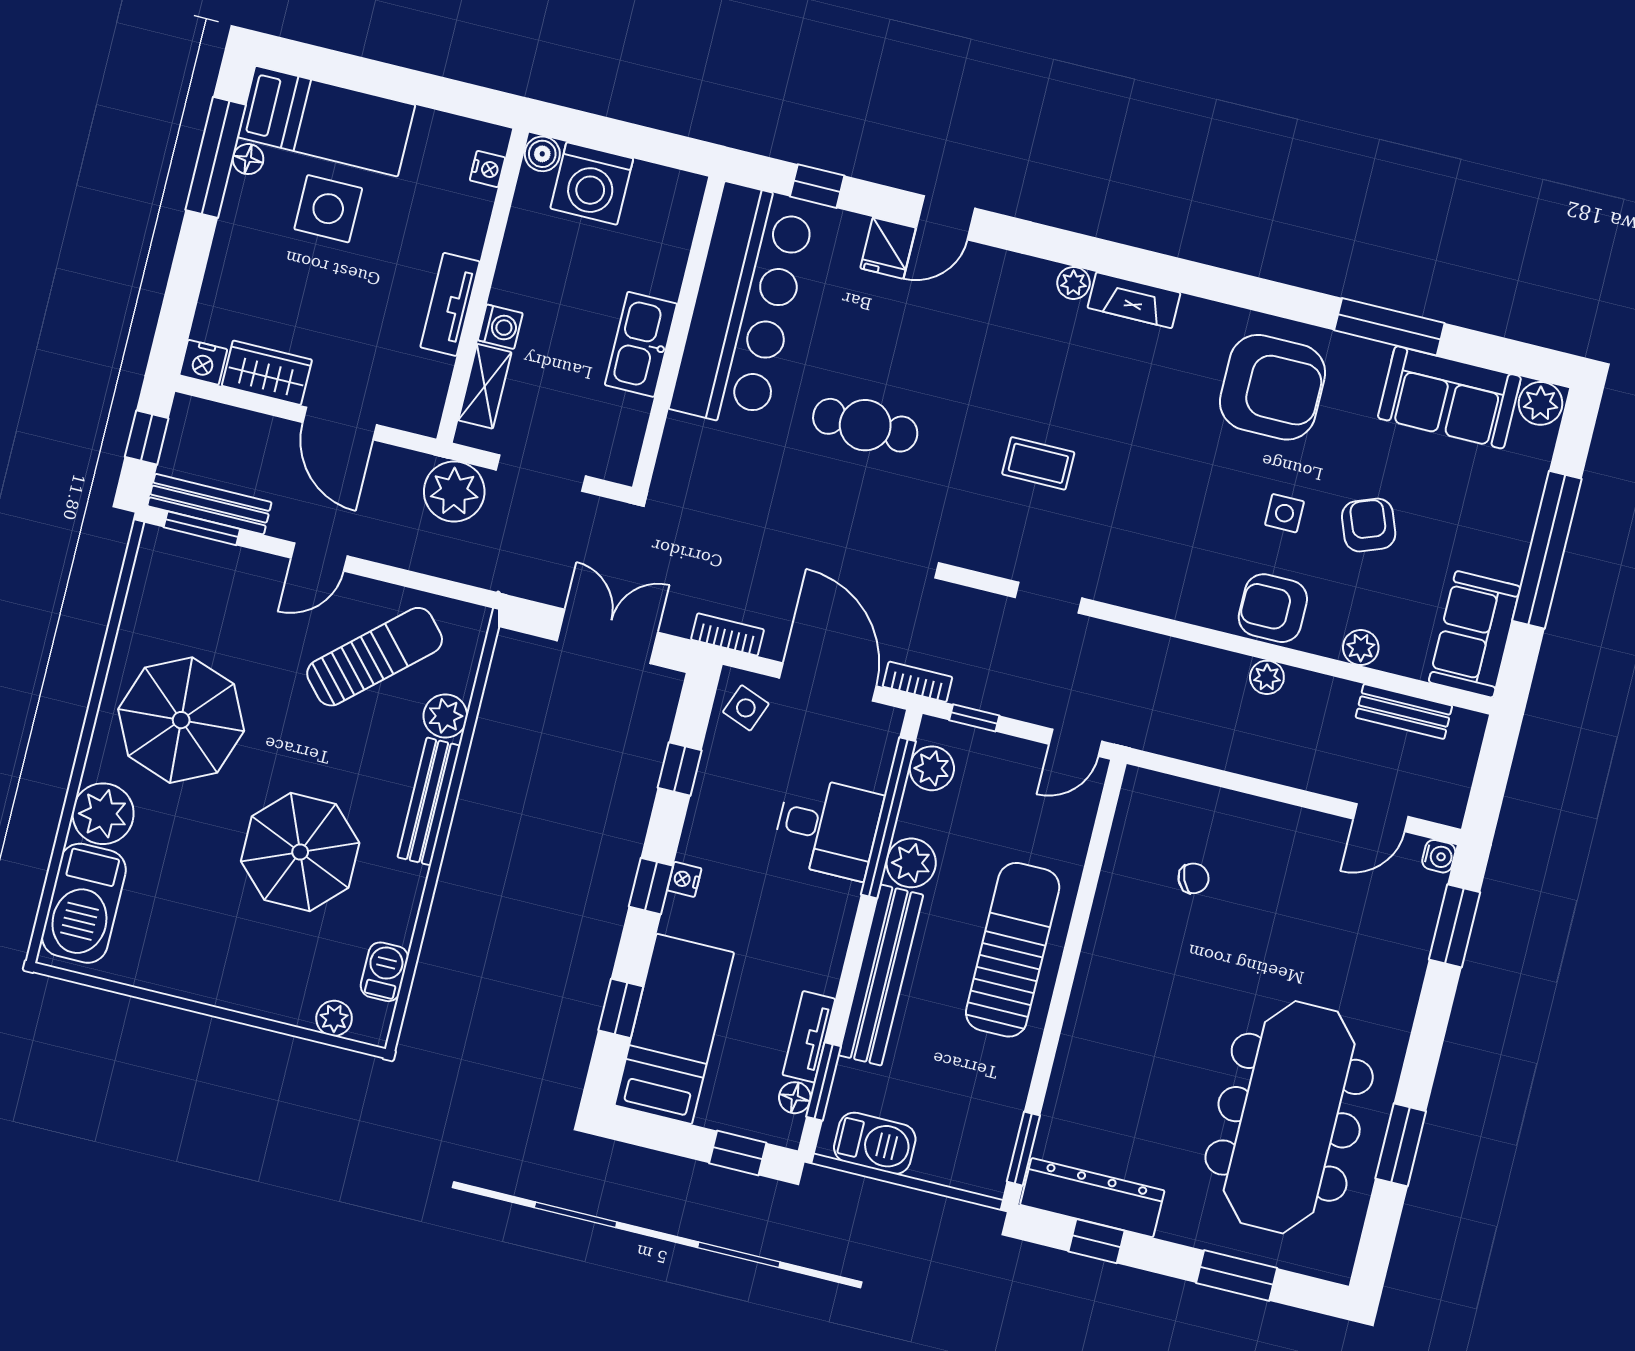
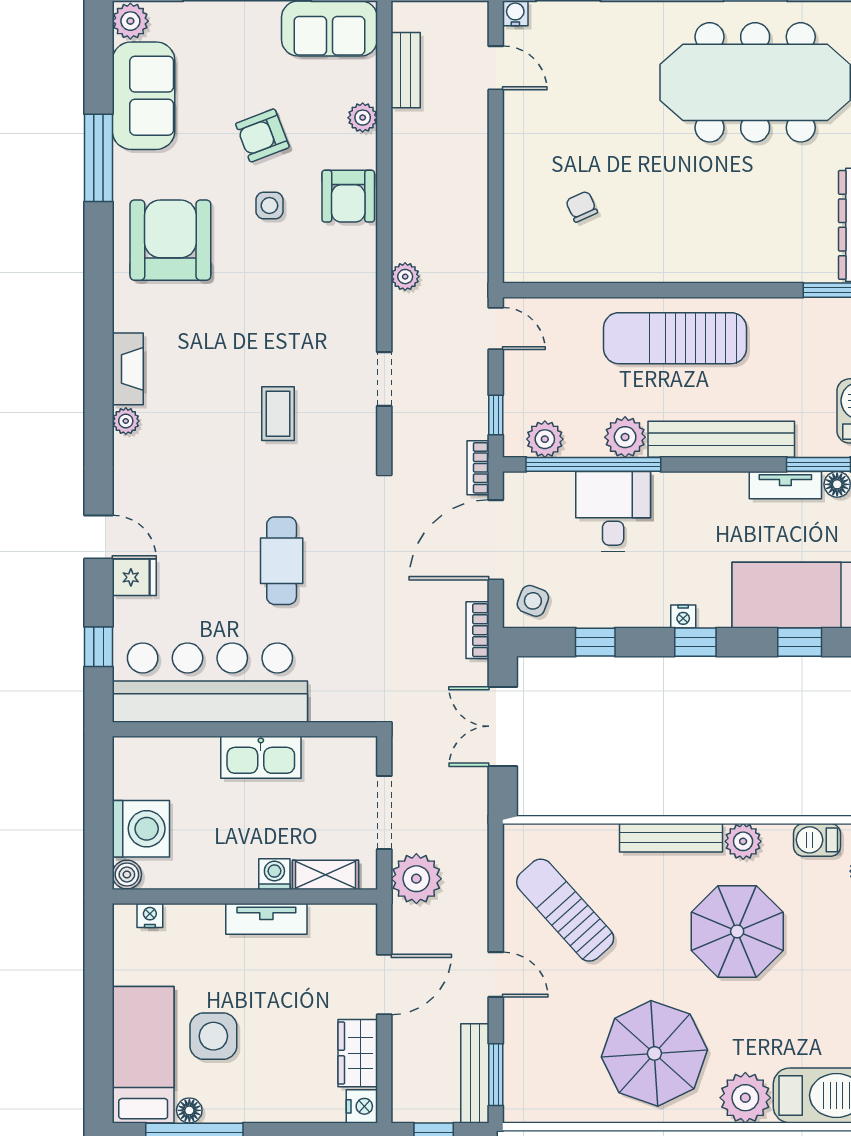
plant: (1267, 677) -> (405, 277), moved
plant: (445, 716) -> (743, 841), moved

